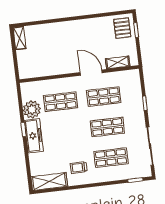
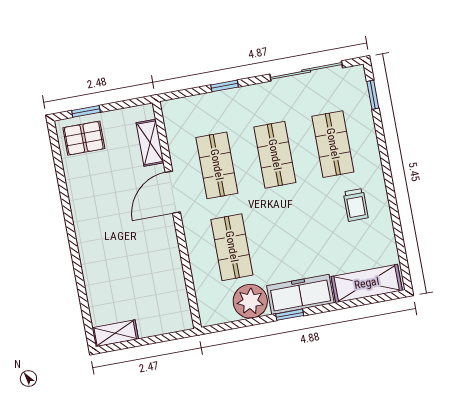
shelving: (49, 181) -> (367, 283), moved, turned 90

